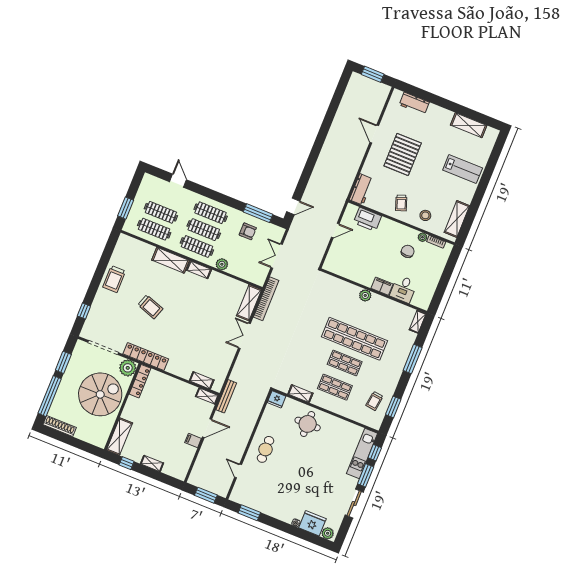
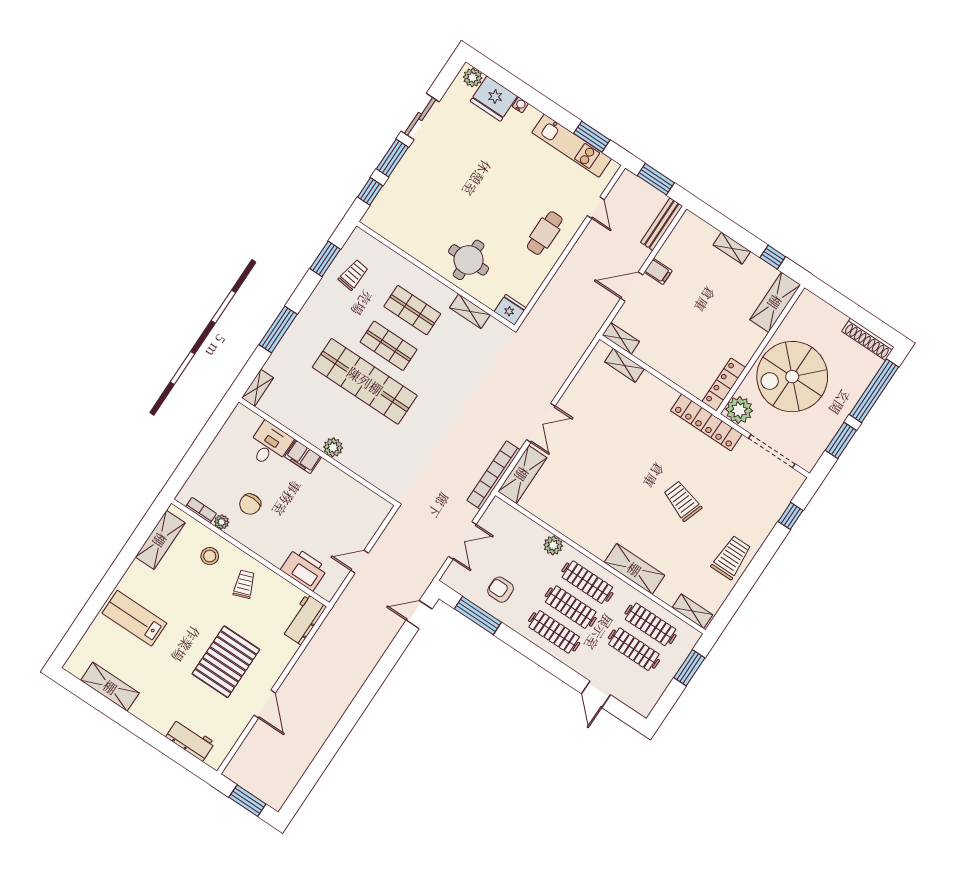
shelving: (199, 270) -> (692, 611), moved
bench: (226, 396) -> (662, 224), moved
kitchen unit: (362, 453) -> (572, 146), moved, turned 90

